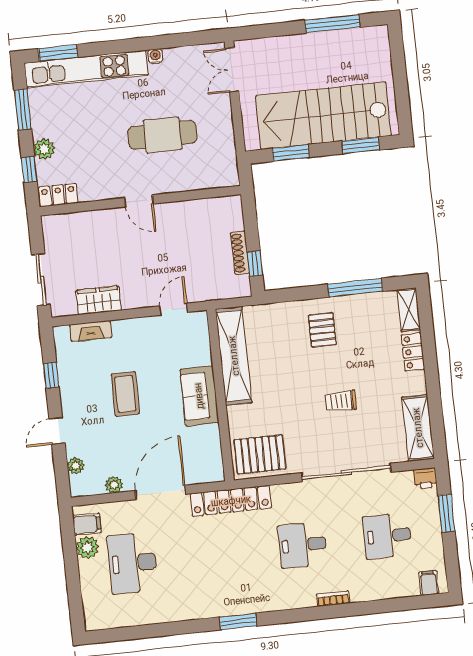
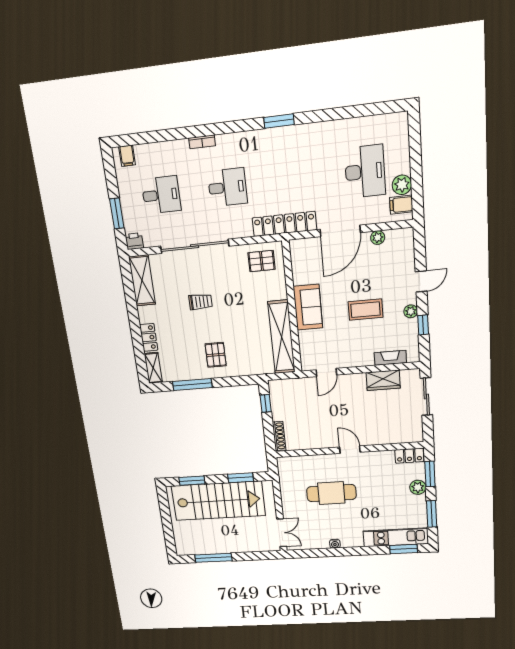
kitchen unit: (86, 69) -> (396, 537), width x0.73
window: (29, 169) -> (430, 474), width x1.50
shoe rack: (240, 253) -> (279, 436), moved
coffee table: (125, 394) -> (365, 310), turned 90
pallet: (260, 454) -> (261, 261), width x0.67, depth x0.71
plant: (76, 466) -> (411, 311), moved

